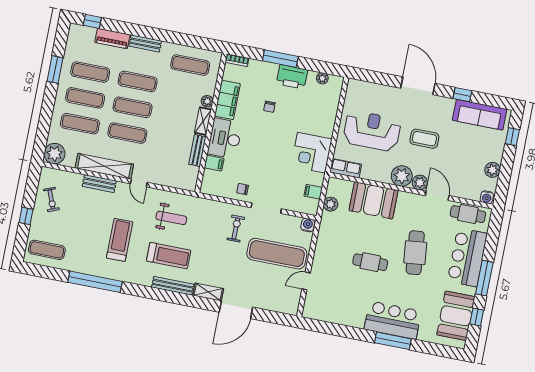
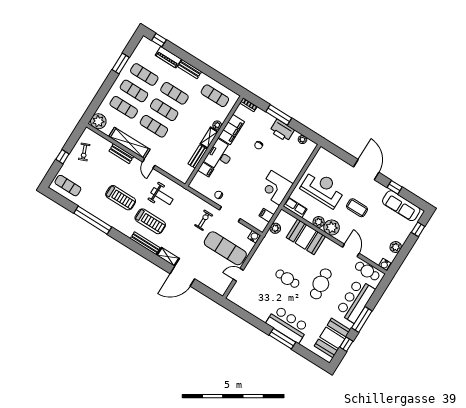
plant: (420, 183) -> (319, 222), moved
treadmill: (120, 240) -> (121, 198), turned 90

